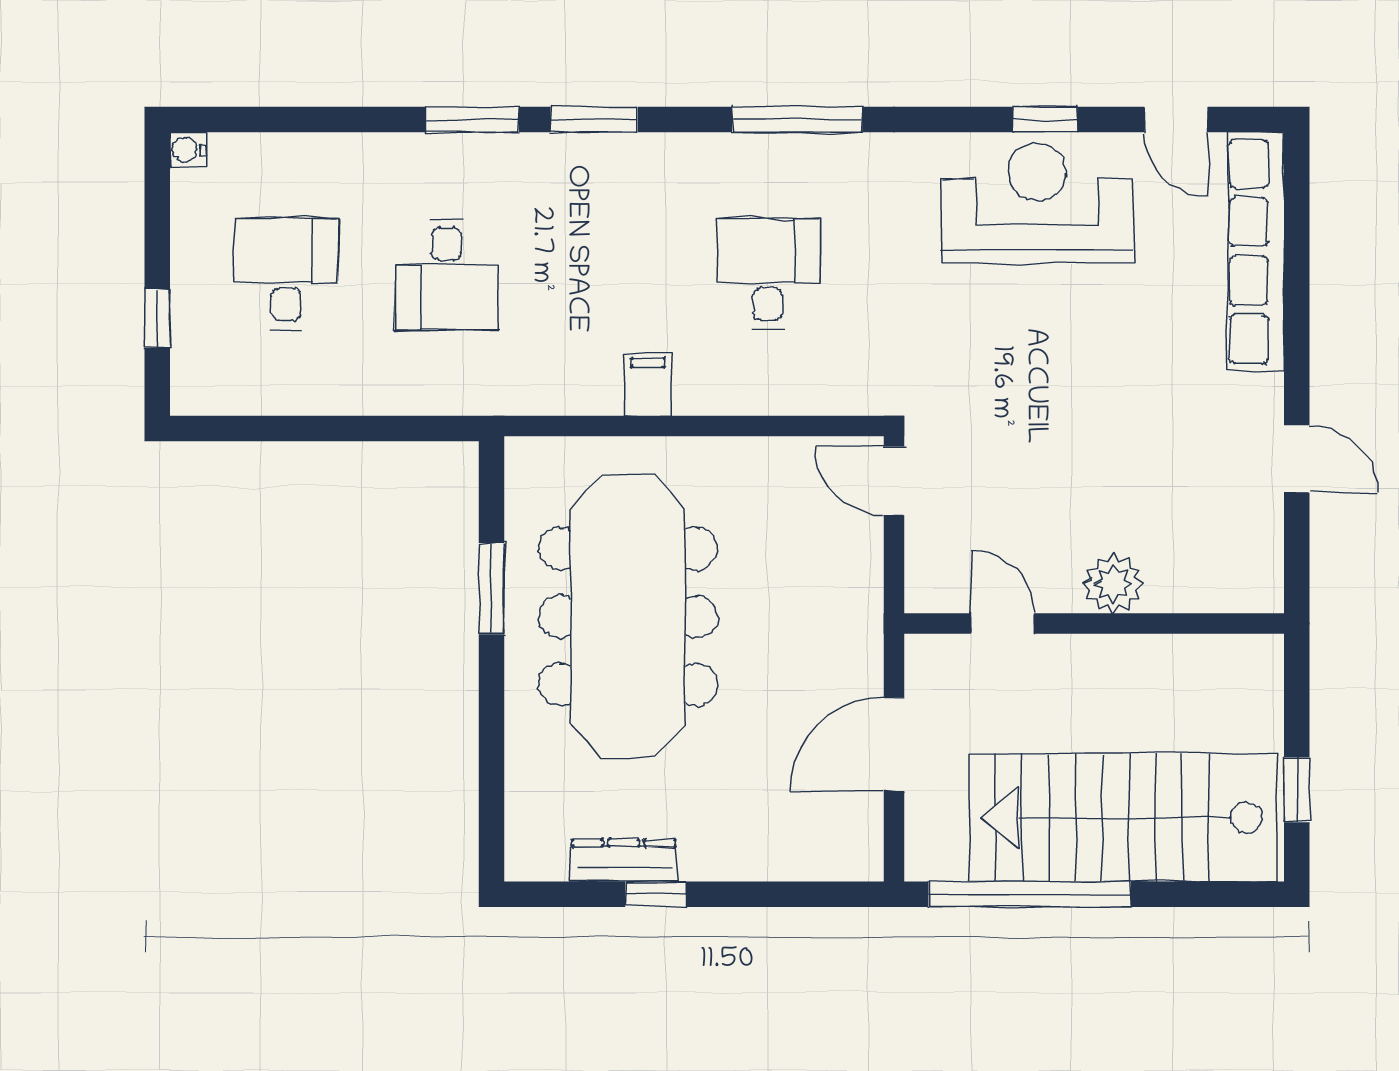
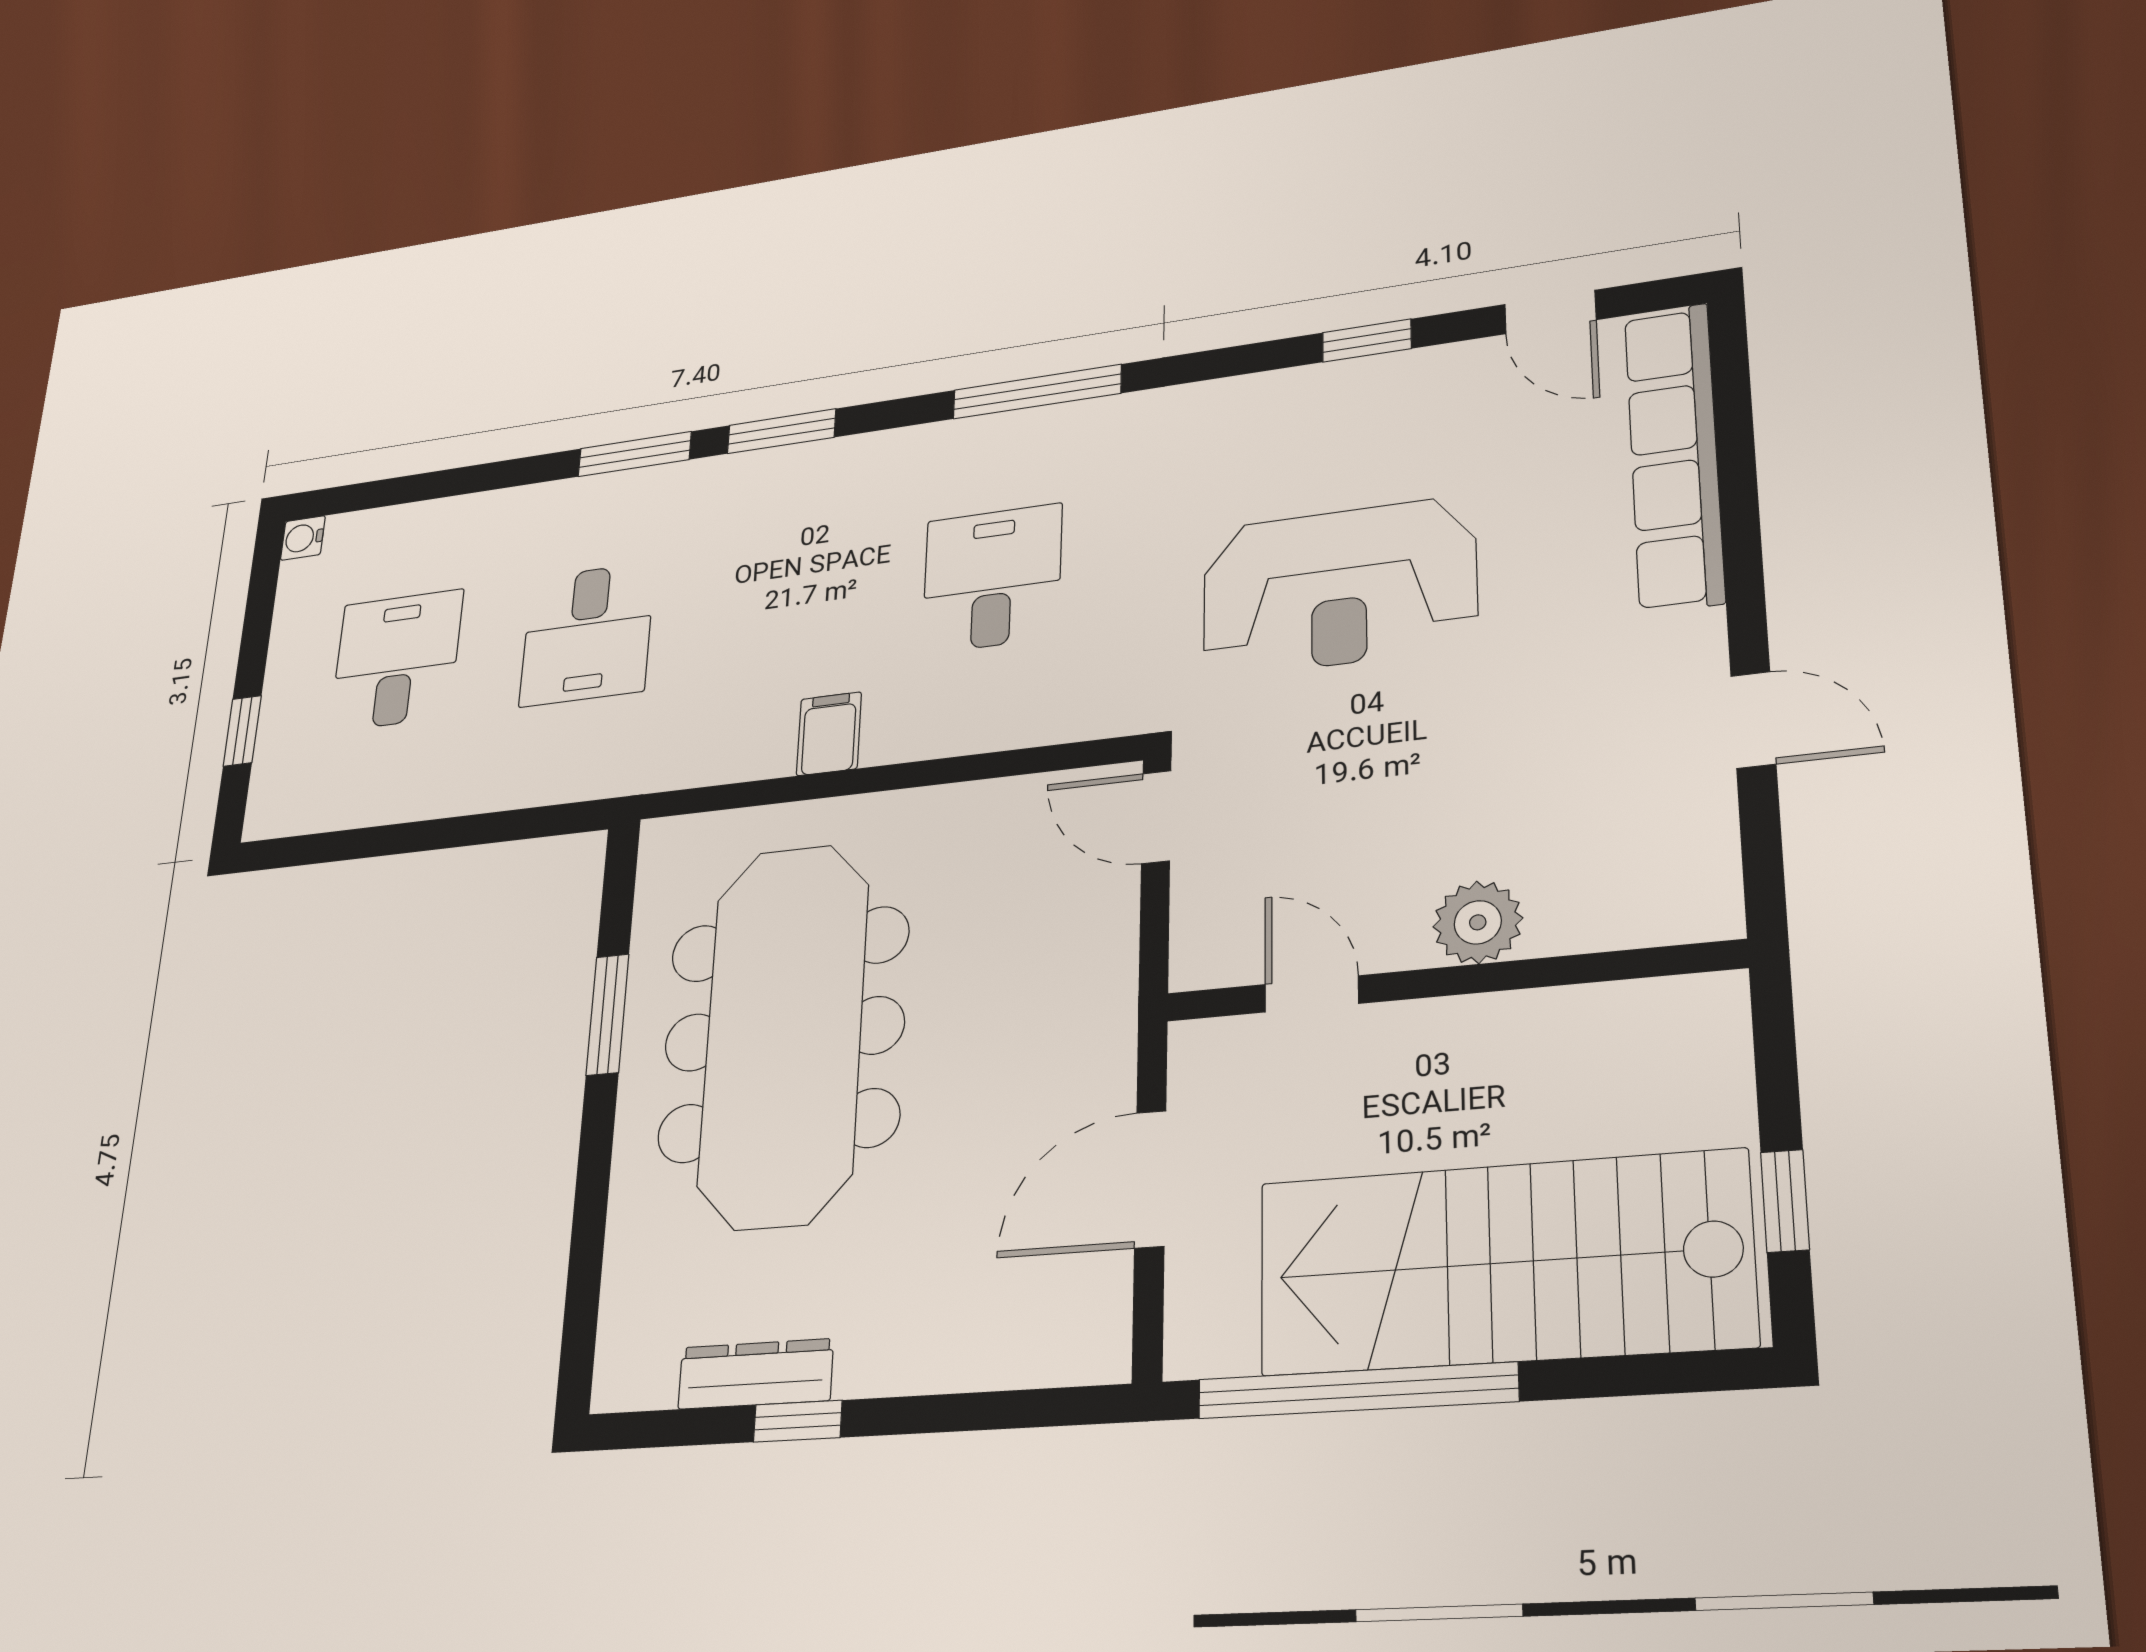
reception desk: (1037, 203) -> (1339, 587), moved, turned 180

